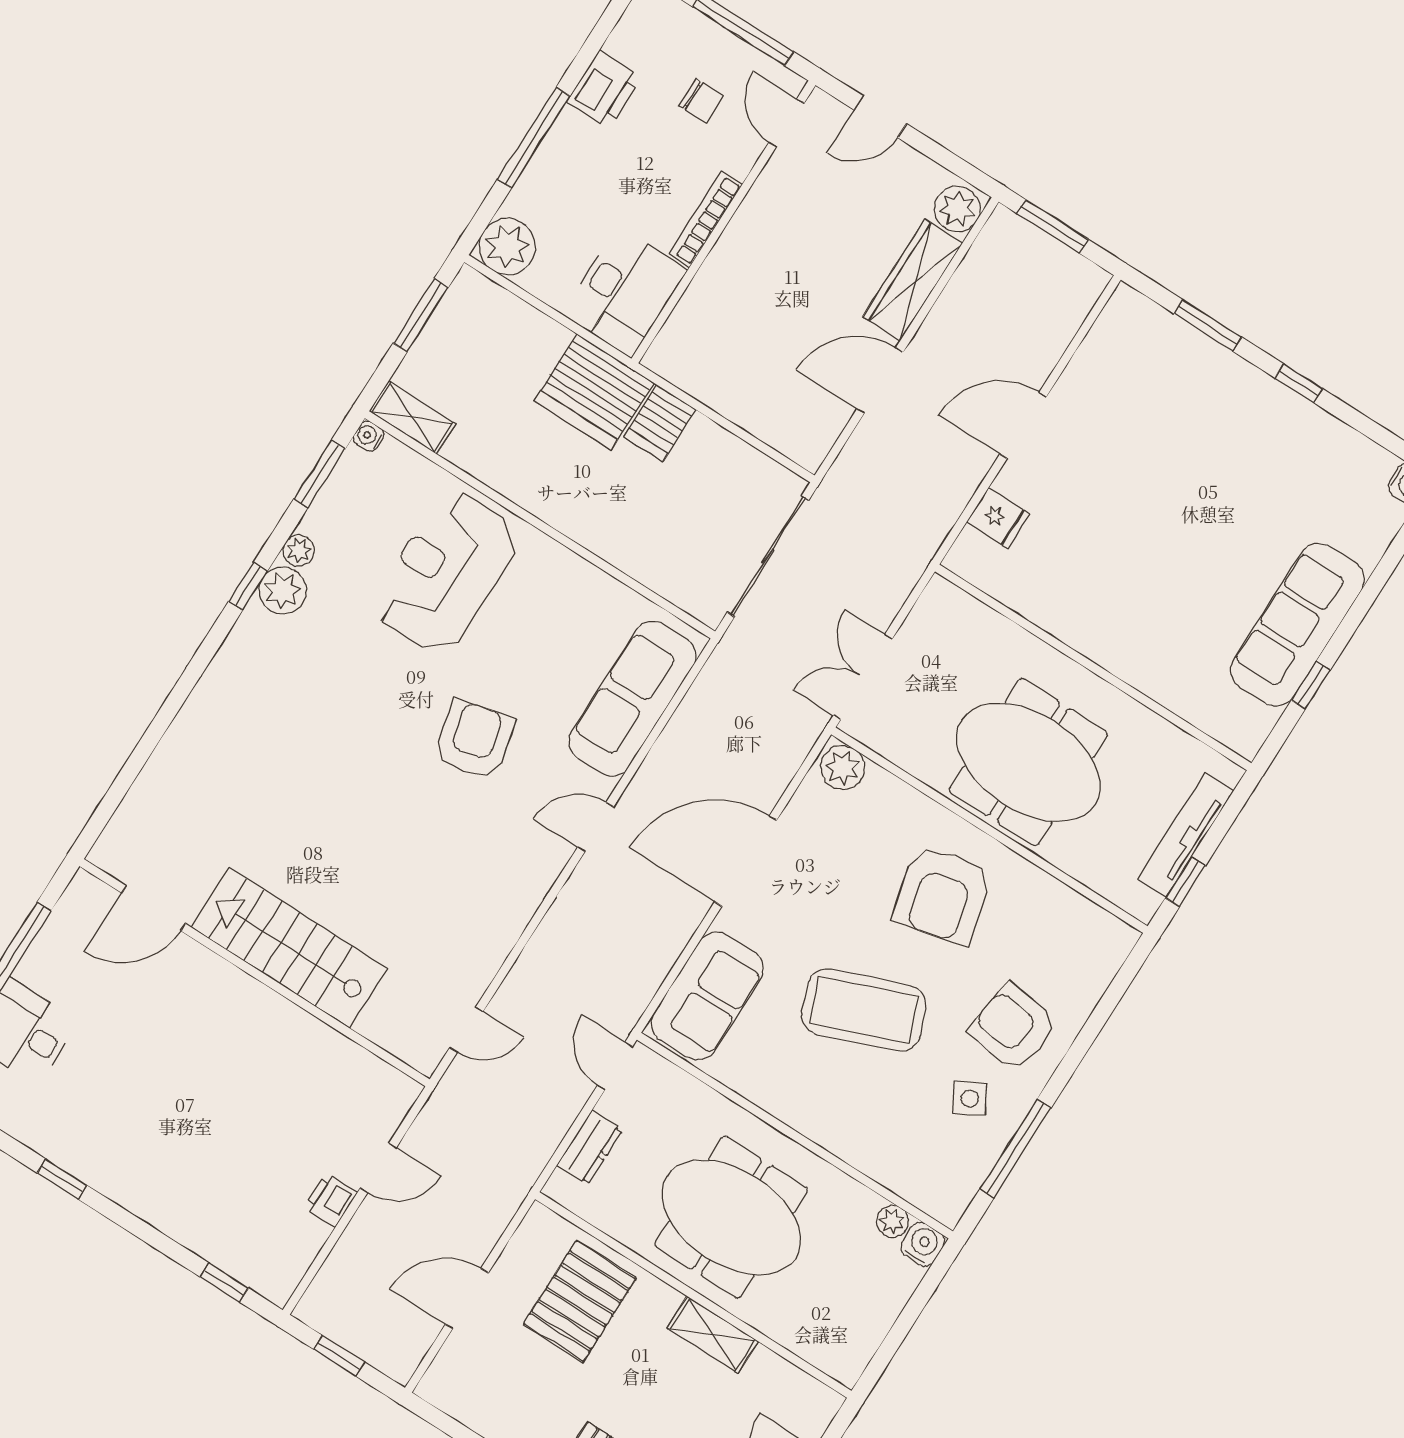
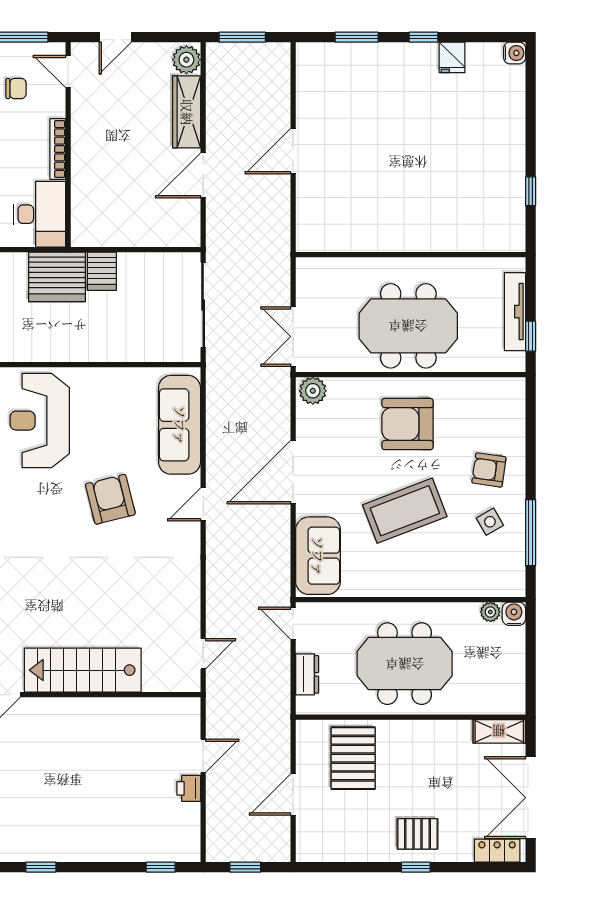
fridge: (998, 518) -> (452, 57), moved, turned 90
sofa: (1298, 625) -> (503, 164), removed
armchair: (942, 895) -> (407, 424), turned 104
armchair: (1013, 1027) -> (489, 470), width x0.72, depth x0.72
shelving: (713, 1335) -> (499, 731), moved

